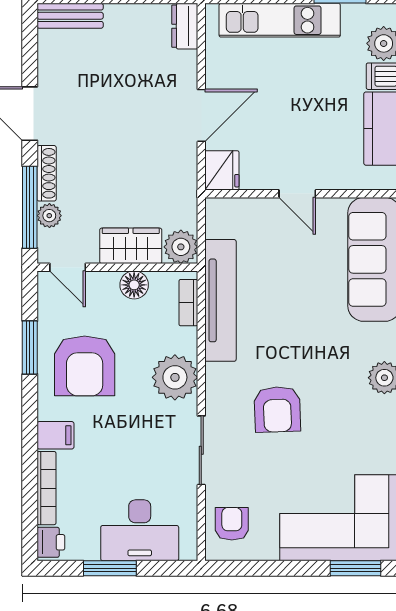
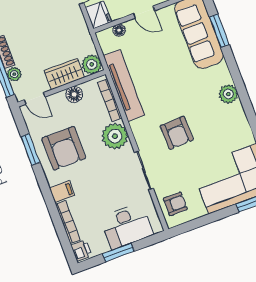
floor lamp: (246, 208) -> (119, 30), added
bookcase: (188, 303) -> (110, 100), width x1.56
armchair: (232, 524) -> (175, 204), turned 90

